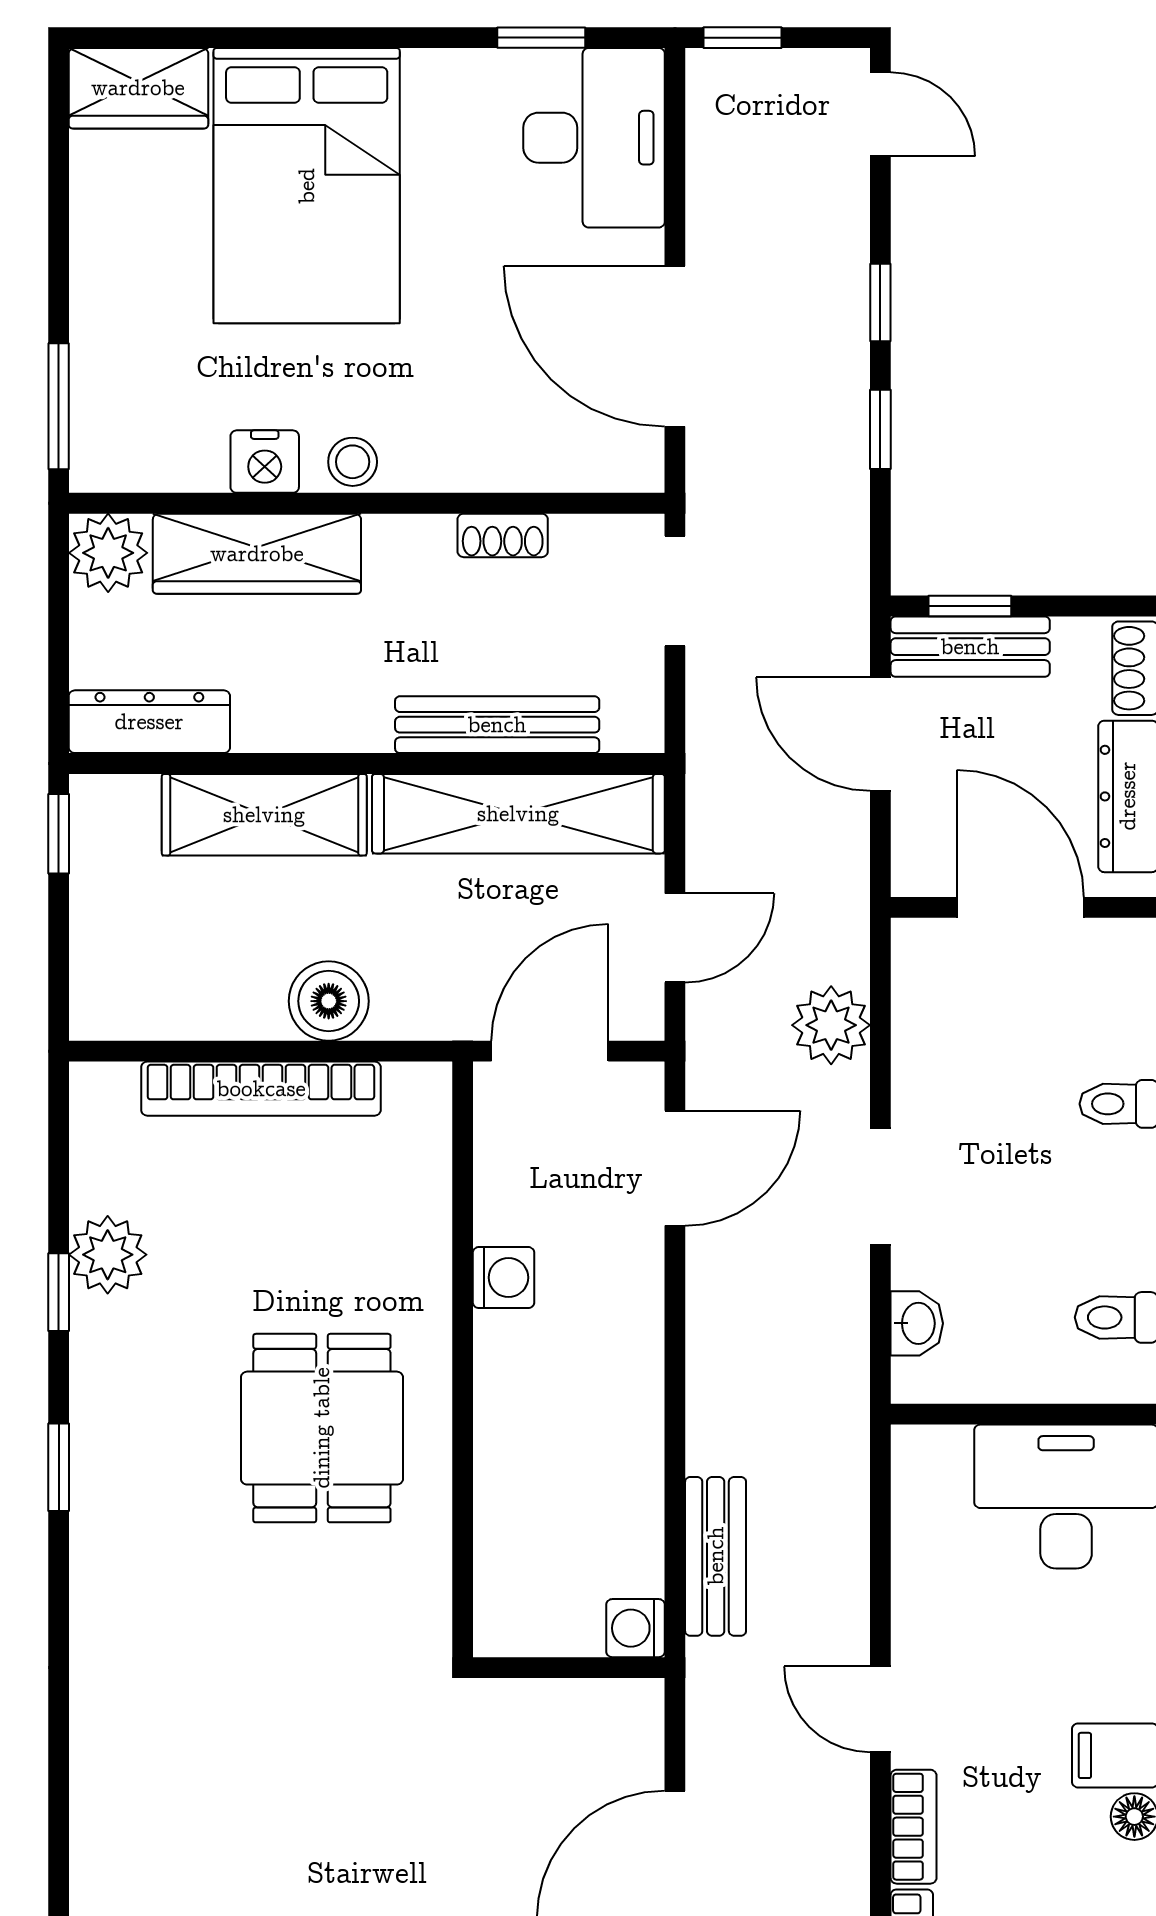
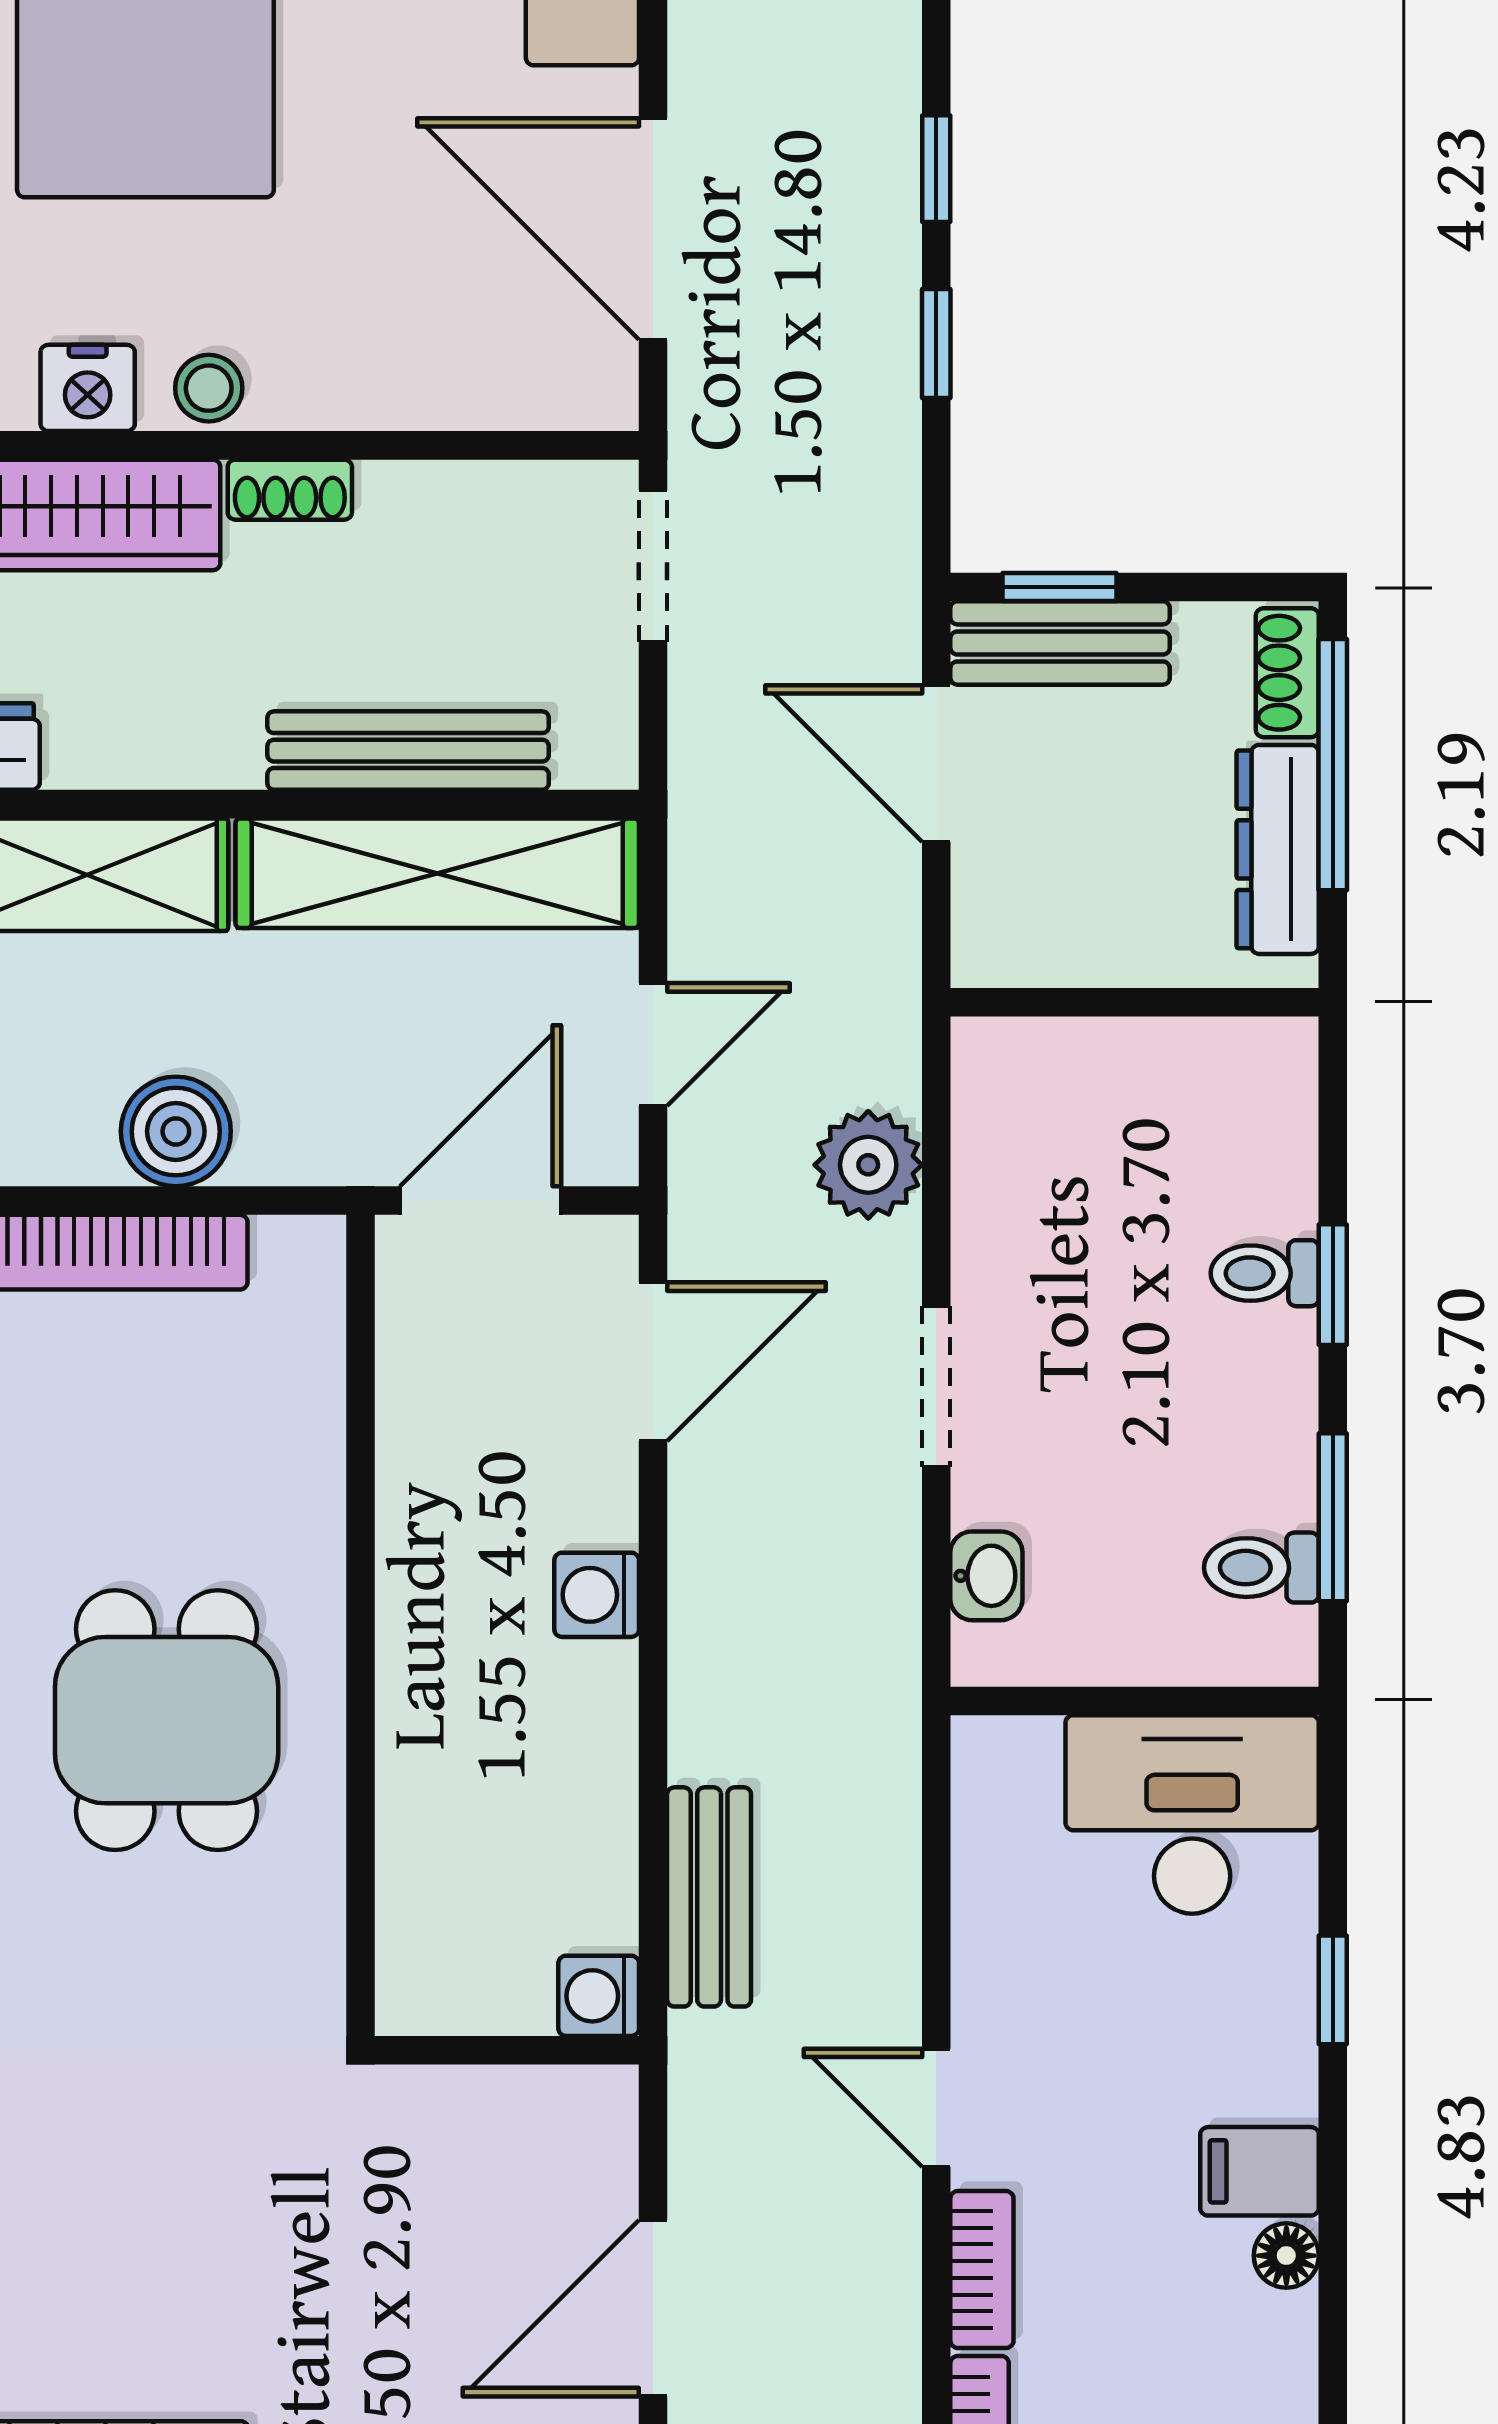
shoe rack: (503, 535) -> (290, 490), moved
door: (1020, 907) -> (1129, 1002), removed
washing machine: (504, 1278) -> (597, 1595), moved, turned 180

